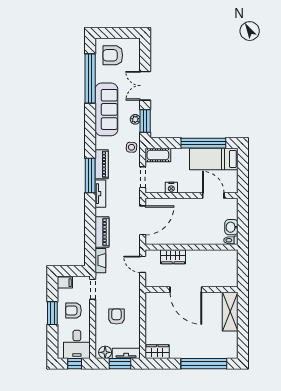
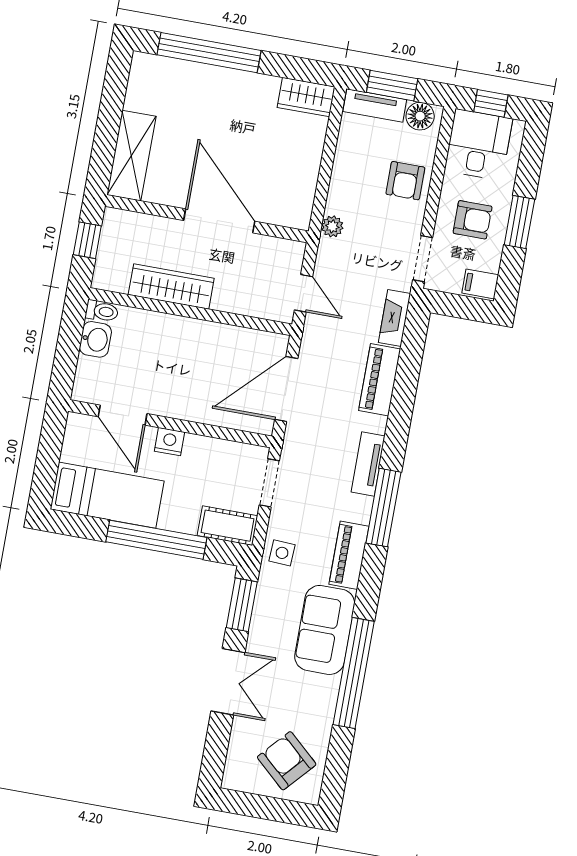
armchair: (113, 55) -> (287, 761), turned -138
window: (90, 78) -> (354, 673), moved
sofa: (106, 109) -> (325, 630), width x0.73
plant: (135, 119) -> (332, 226), moved
window: (203, 143) -> (156, 540), moved
piano: (102, 164) -> (349, 555), moved
nightstand: (171, 188) -> (169, 442), moved
wardrobe: (173, 257) -> (171, 286), moved, width x1.50
window: (243, 271) -> (87, 240), added
armchair: (116, 316) -> (405, 181), moved

